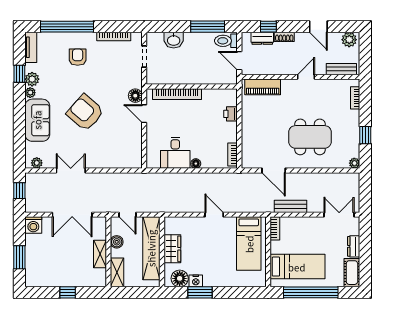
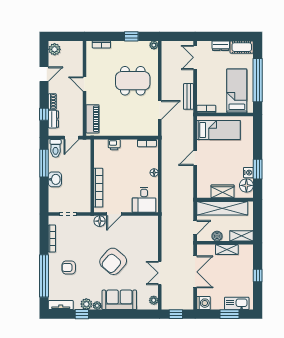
washbasin: (174, 40) -> (55, 179), moved
bench: (341, 69) -> (78, 56), removed
dining table: (310, 137) -> (133, 81), turned 90
desk: (175, 153) -> (144, 200), moved, turned 90
kitchen sink: (33, 266) -> (237, 303), added

